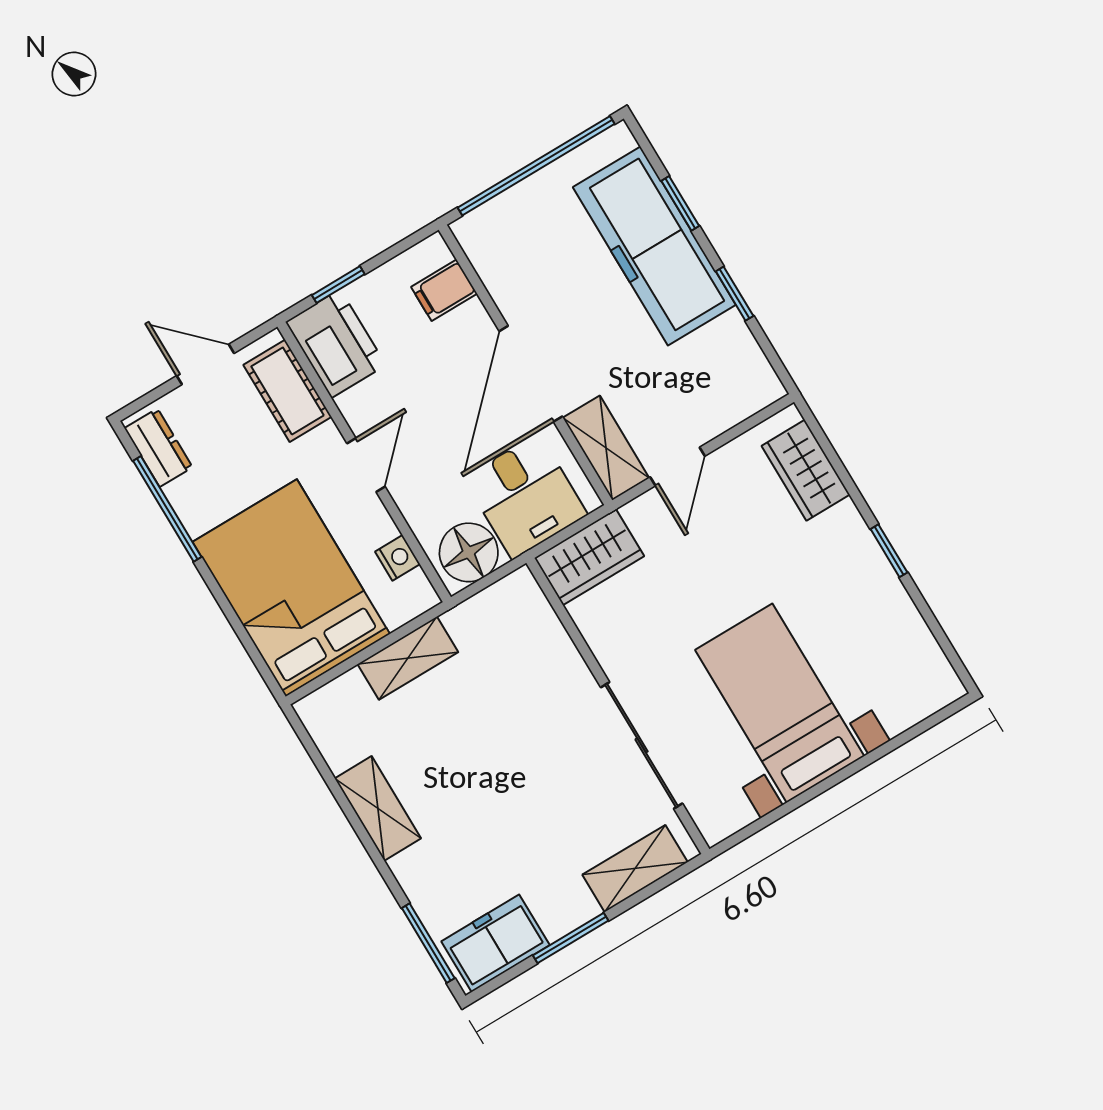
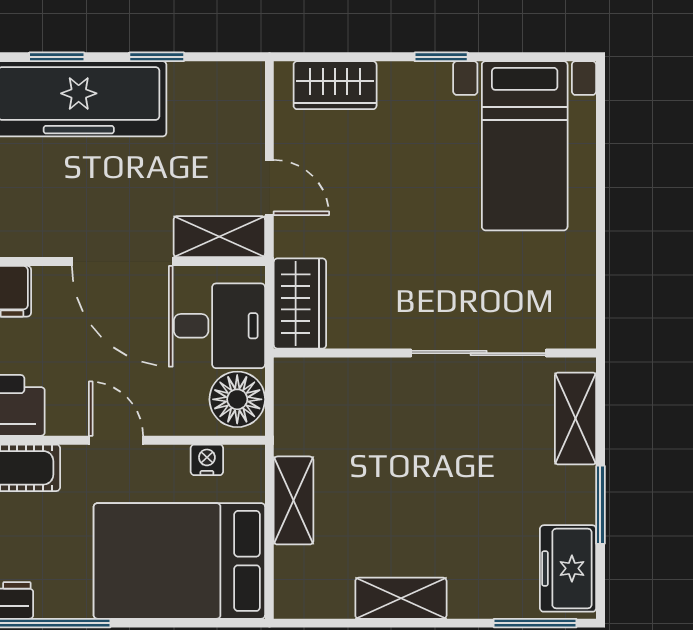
bed with nightstands: (780, 703) -> (525, 146), moved, turned -90

